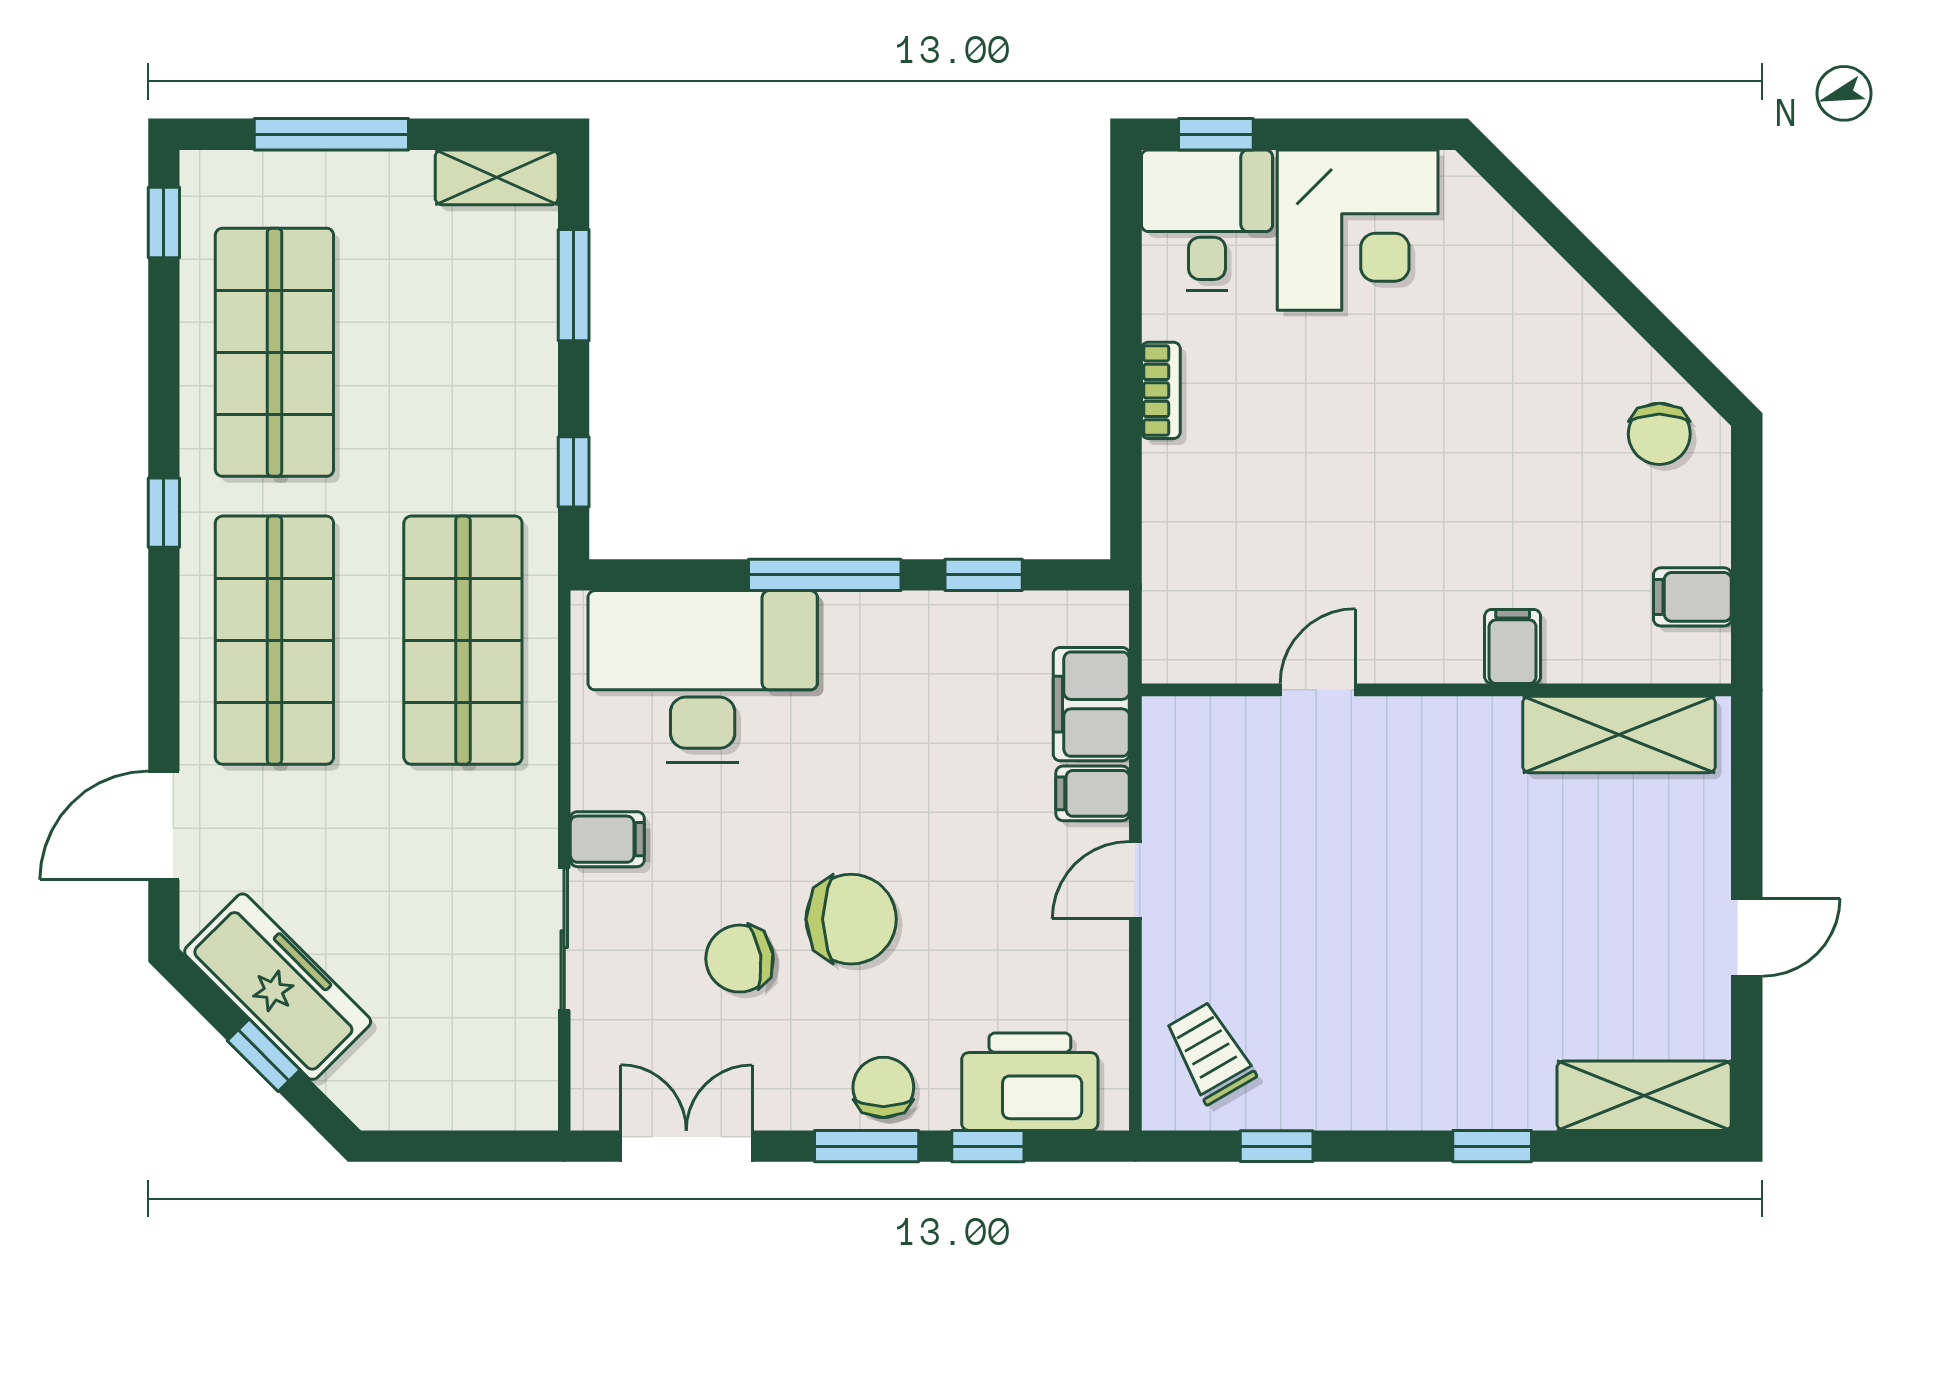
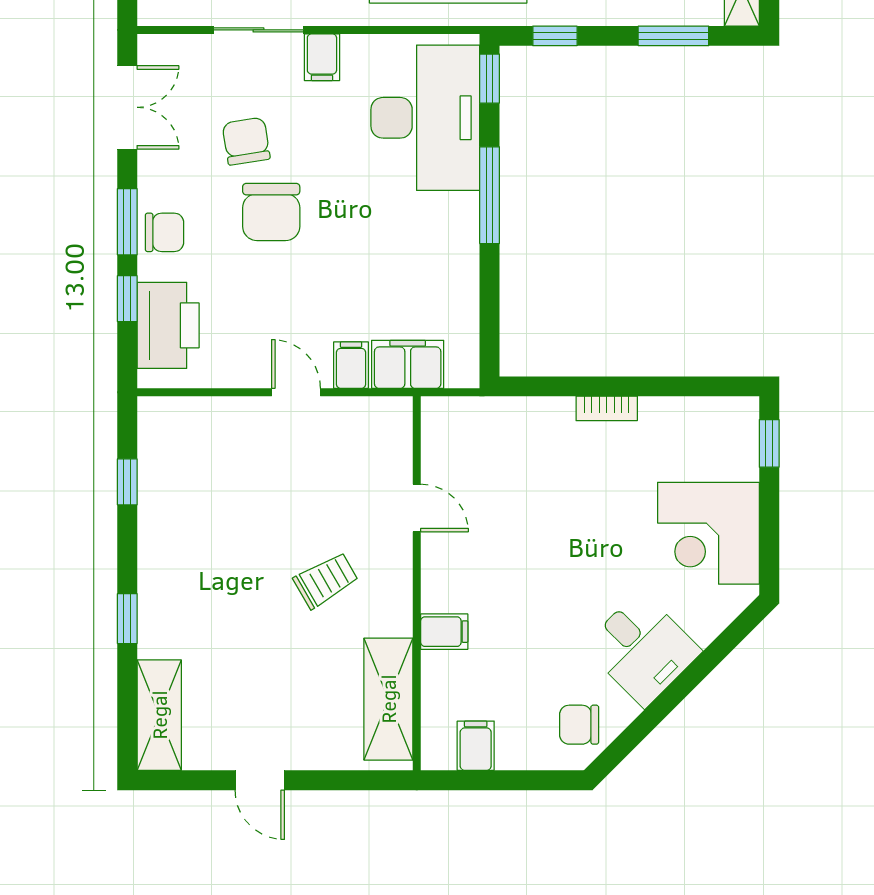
desk: (1207, 220) -> (642, 649), moved, turned 45
window: (984, 575) -> (490, 79), moved
trolley: (1210, 1053) -> (326, 580), moved

